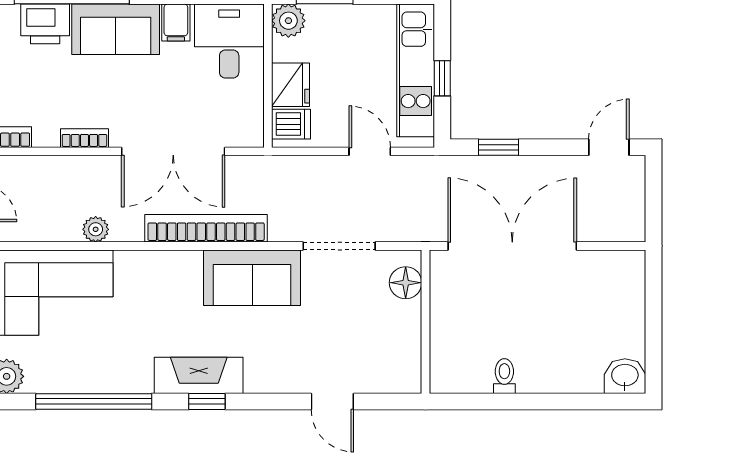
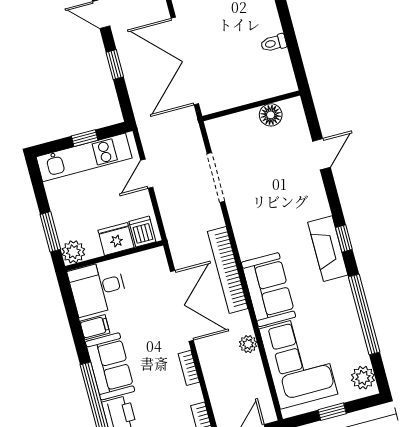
window: (498, 147) -> (115, 65), moved
sofa: (252, 278) -> (268, 290), moved
floor lamp: (406, 283) -> (271, 115), moved

